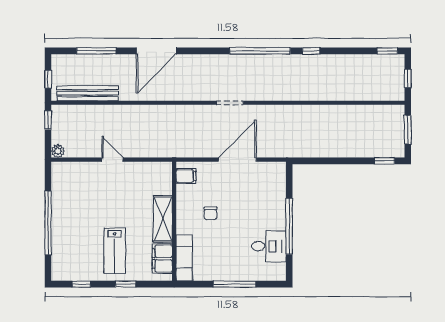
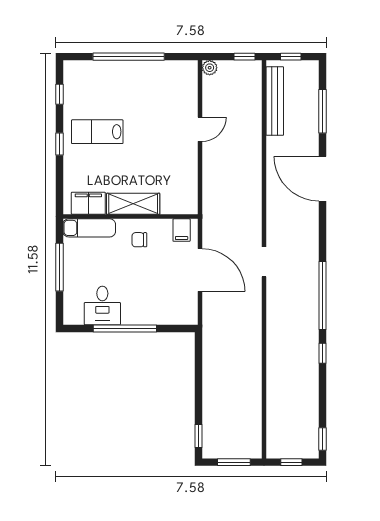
filing cabinet: (186, 176) -> (182, 230), moved
shelving: (163, 219) -> (133, 204), moved
wall: (174, 221) -> (130, 217), moved
exam couch: (184, 258) -> (89, 228), moved
filing cabinet: (162, 259) -> (88, 203), moved

